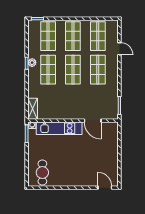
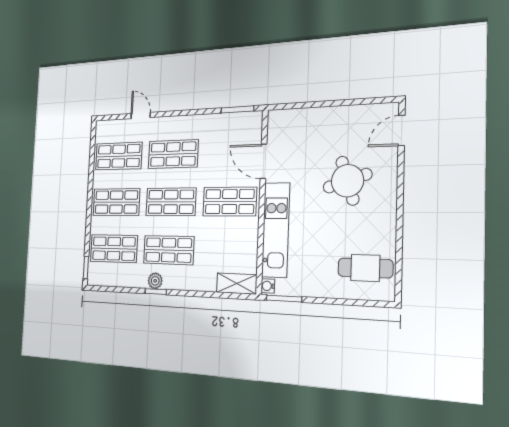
door: (119, 49) -> (141, 116), hinge flipped
shop shelf: (73, 103) -> (230, 202), added
door: (93, 121) -> (263, 161), swing flipped
round table: (82, 163) -> (347, 181), added

